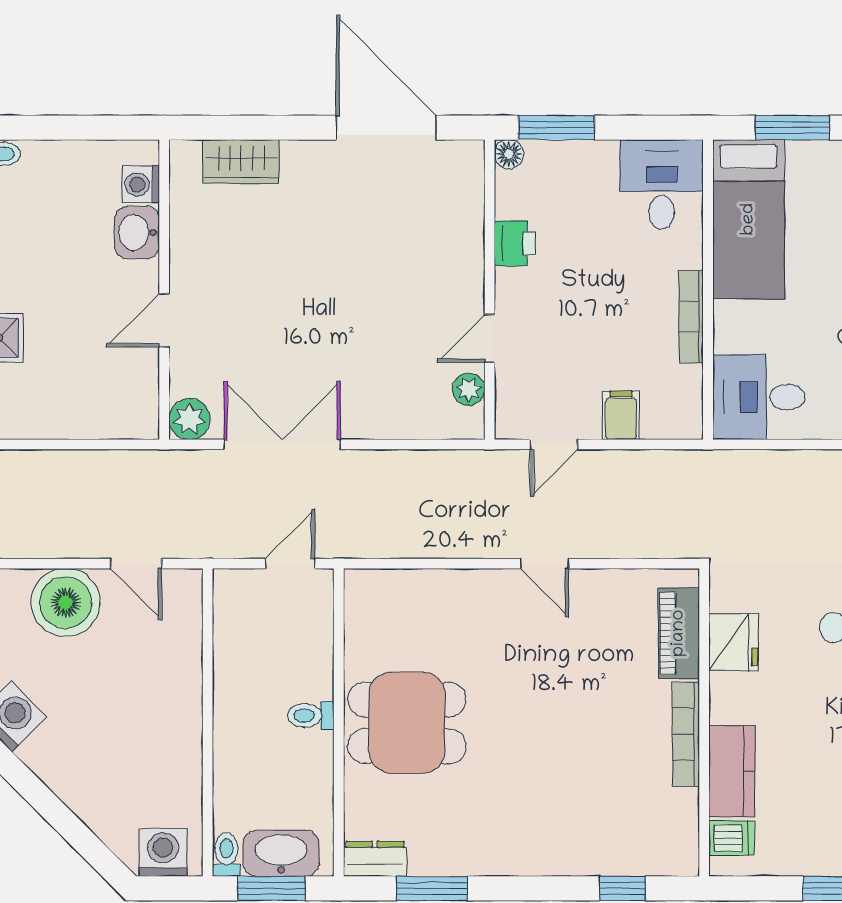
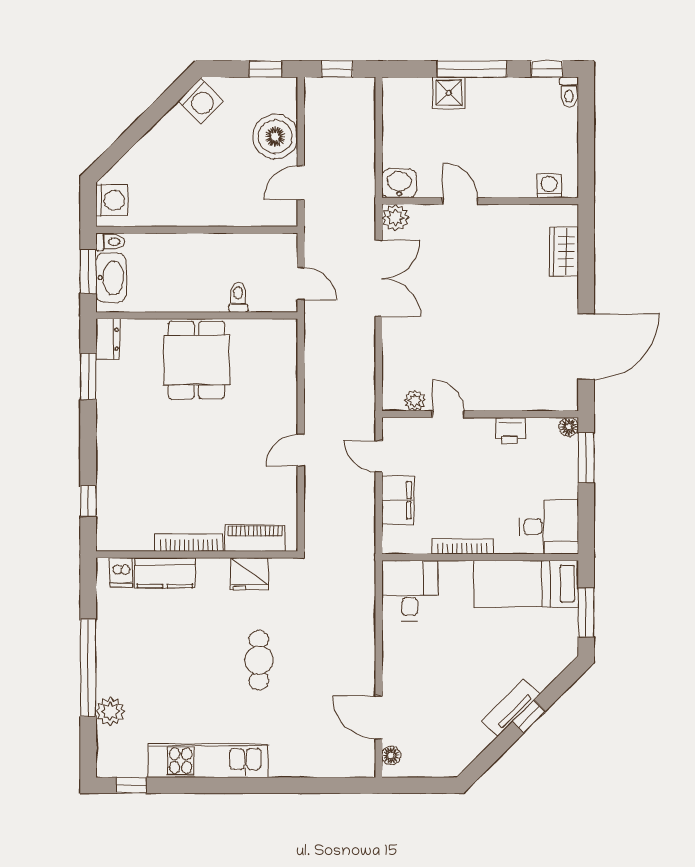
washbasin: (137, 232) -> (399, 183), moved
filing cabinet: (621, 415) -> (398, 500), width x2.00
toilet: (311, 715) -> (238, 297), moved

